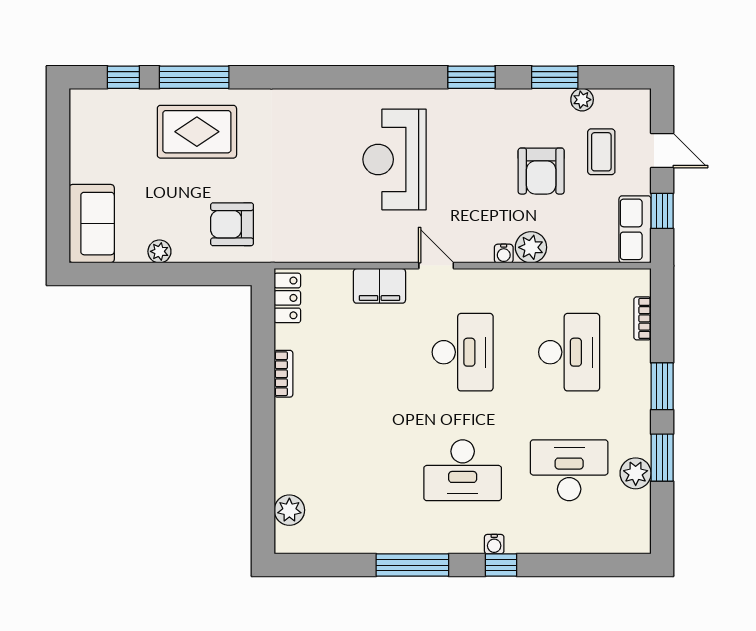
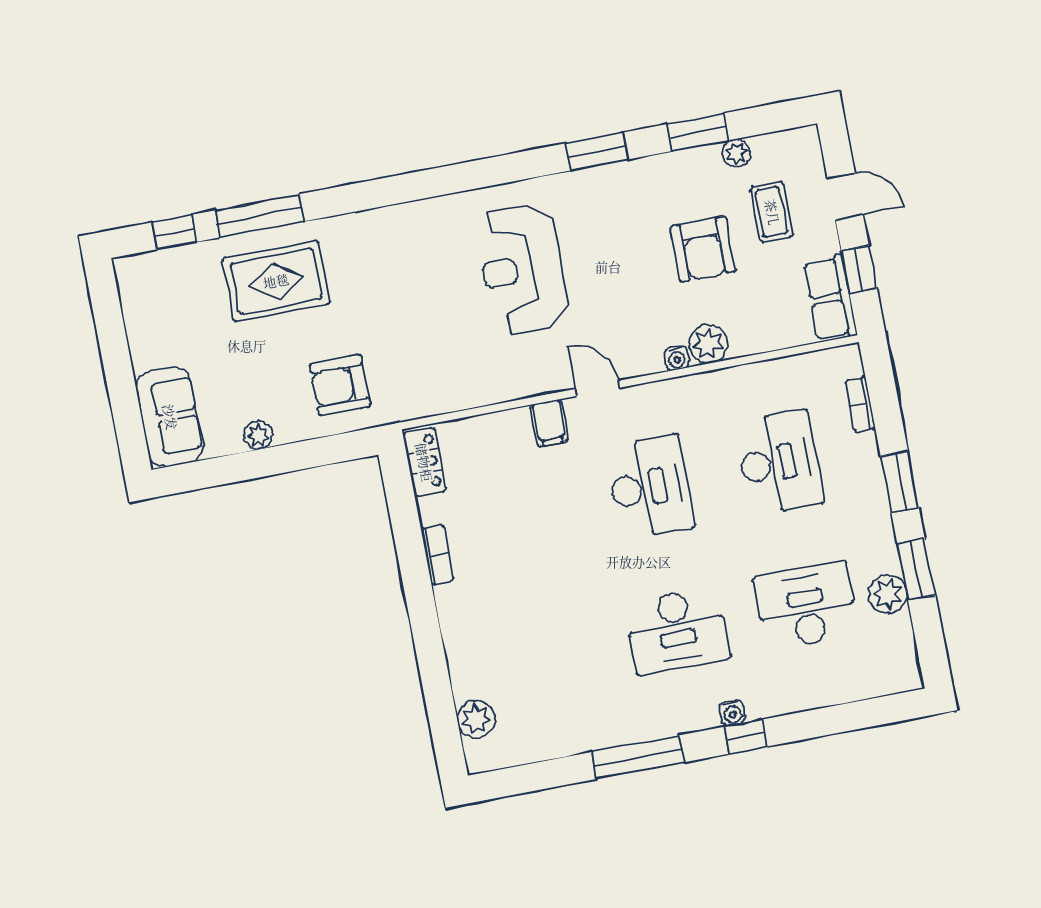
filing cabinet: (379, 286) -> (549, 423), width x0.50

